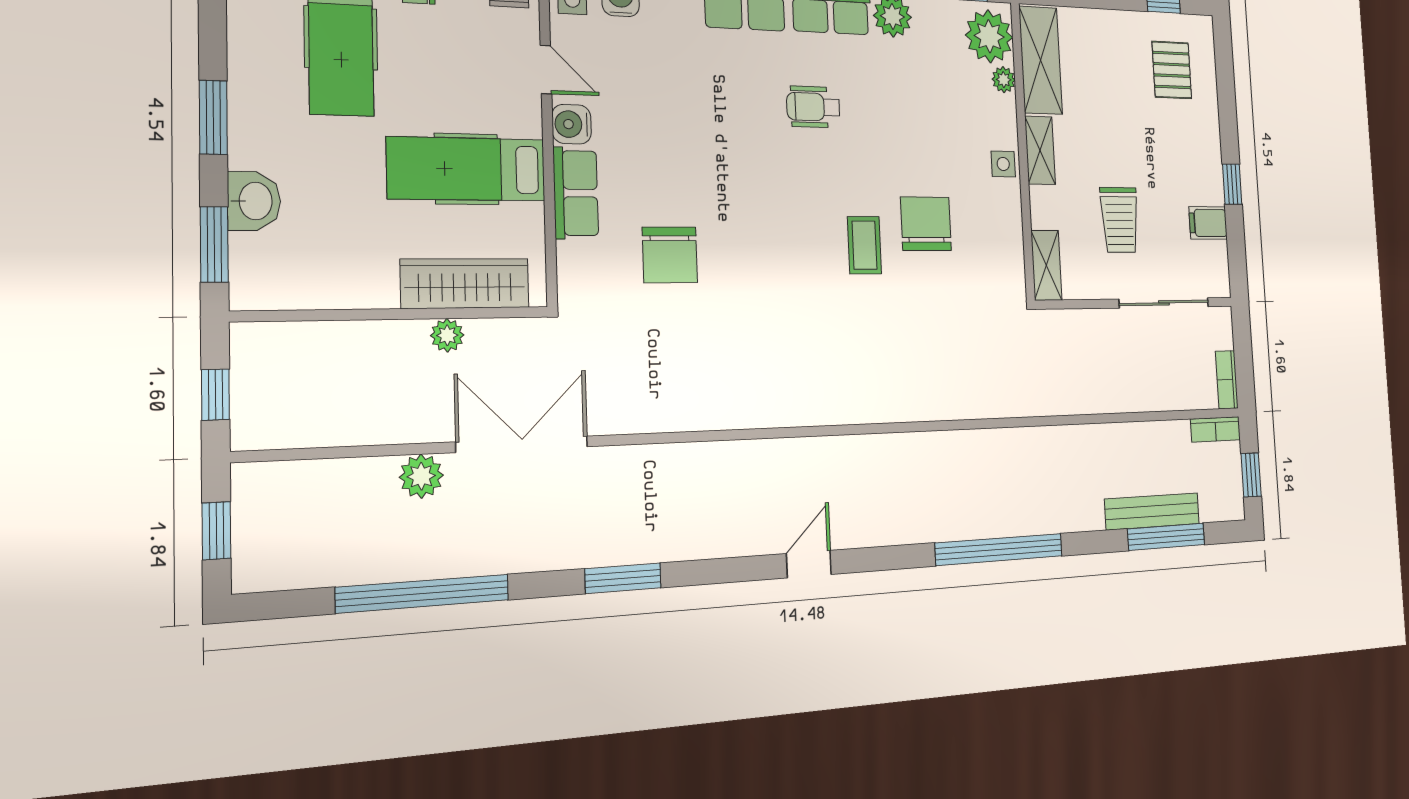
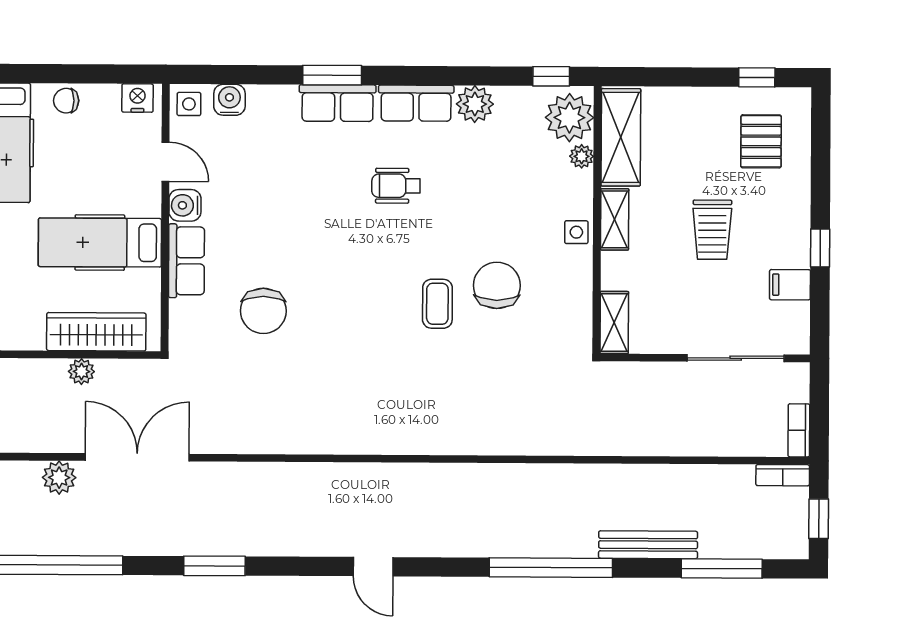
trolley: (1120, 220) -> (712, 230), moved
bench: (1152, 511) -> (648, 545), moved
door: (809, 564) -> (373, 567), swing flipped

